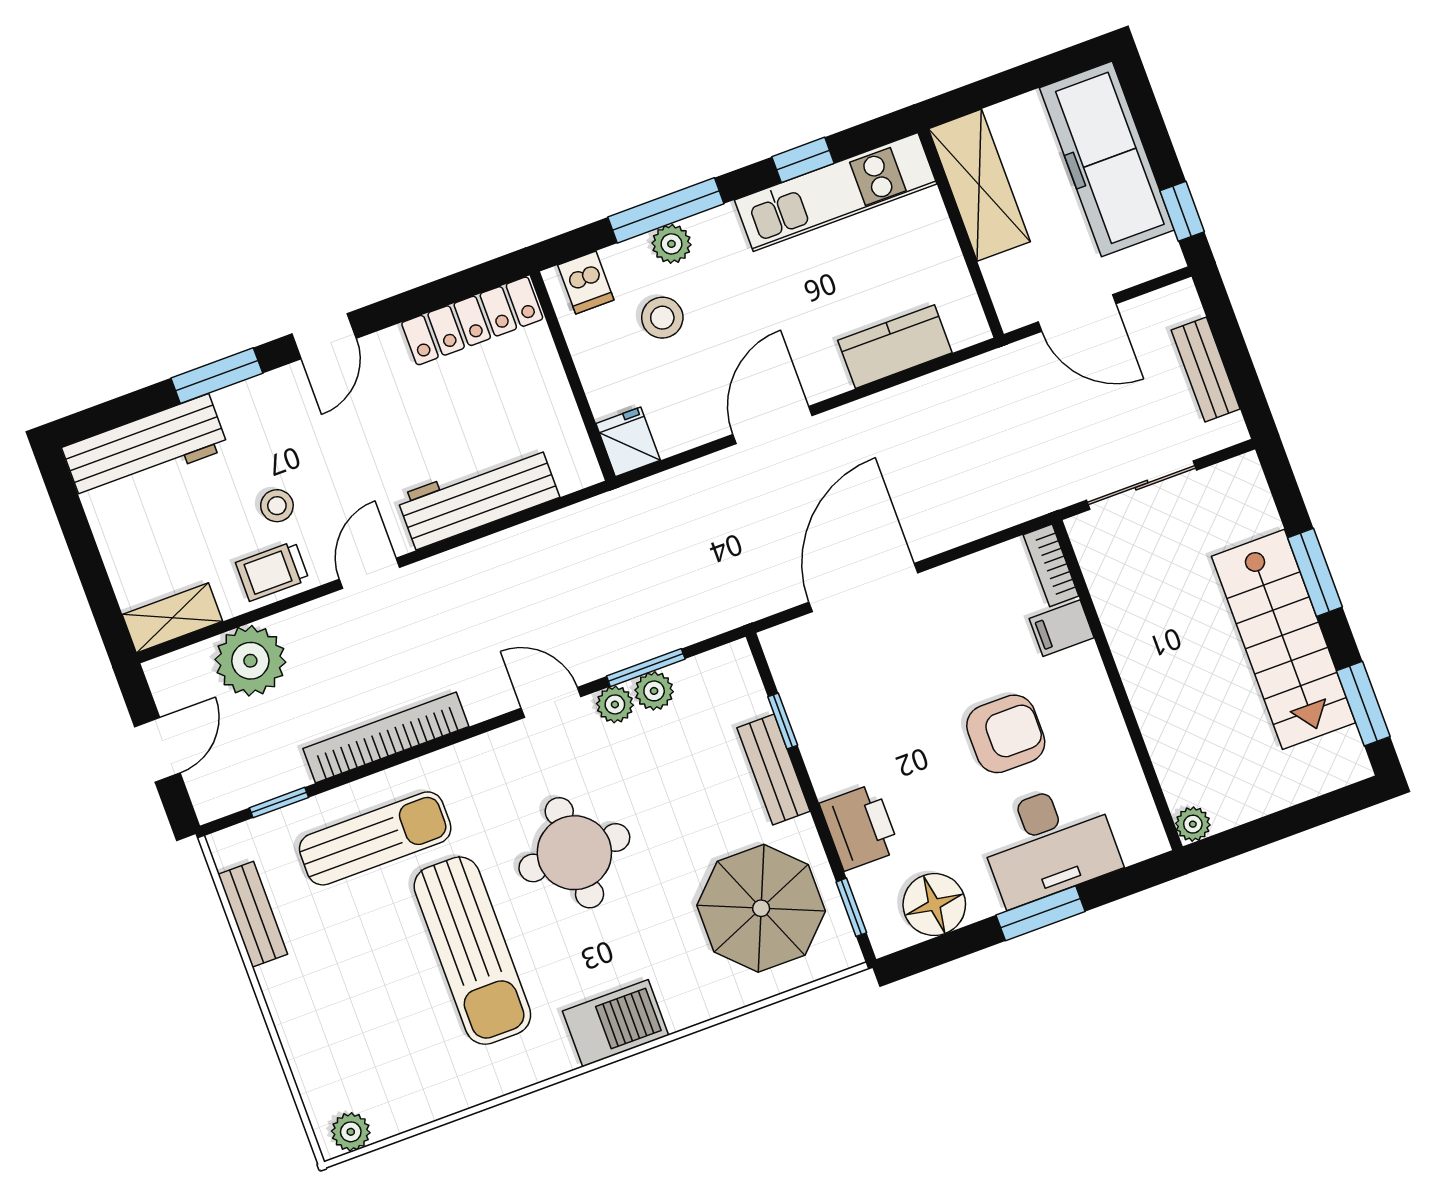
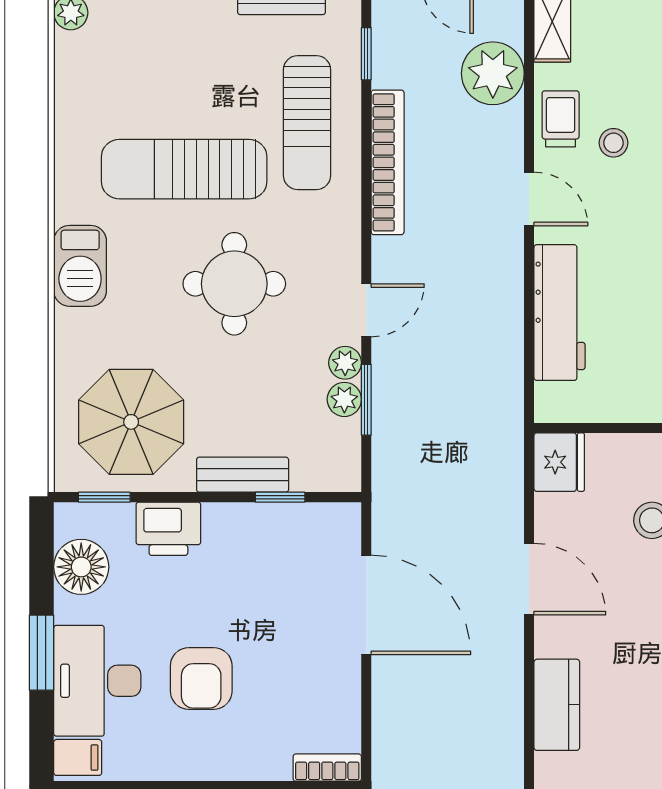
fridge: (628, 442) -> (559, 462), width x1.38
filing cabinet: (1062, 628) -> (78, 757), moved, turned 90

